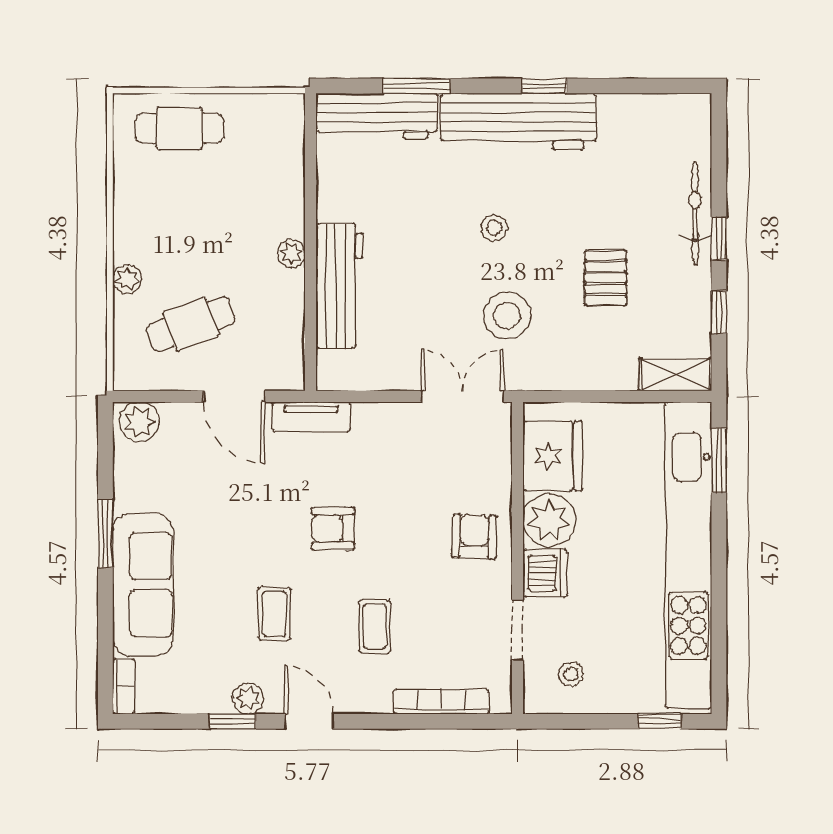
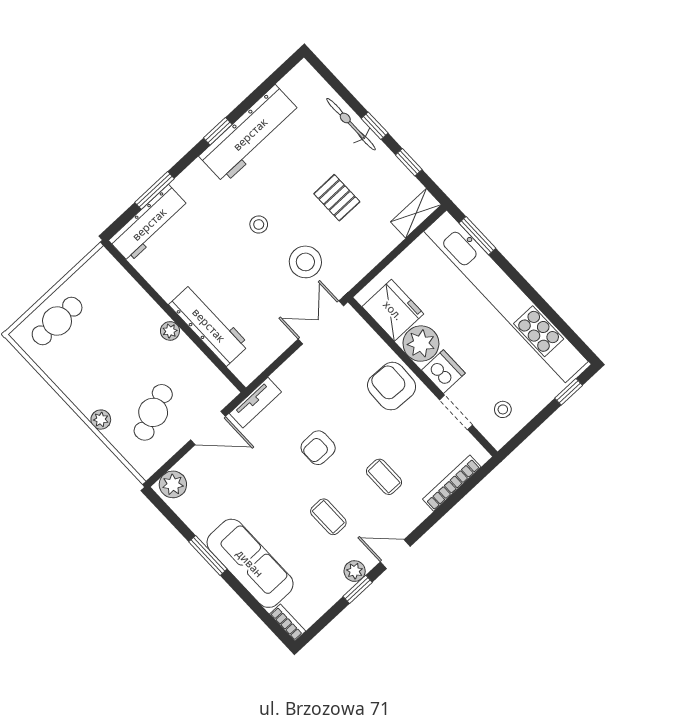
workbench: (518, 122) -> (250, 134), moved
armchair: (475, 536) -> (392, 386), width x1.38, depth x1.38

